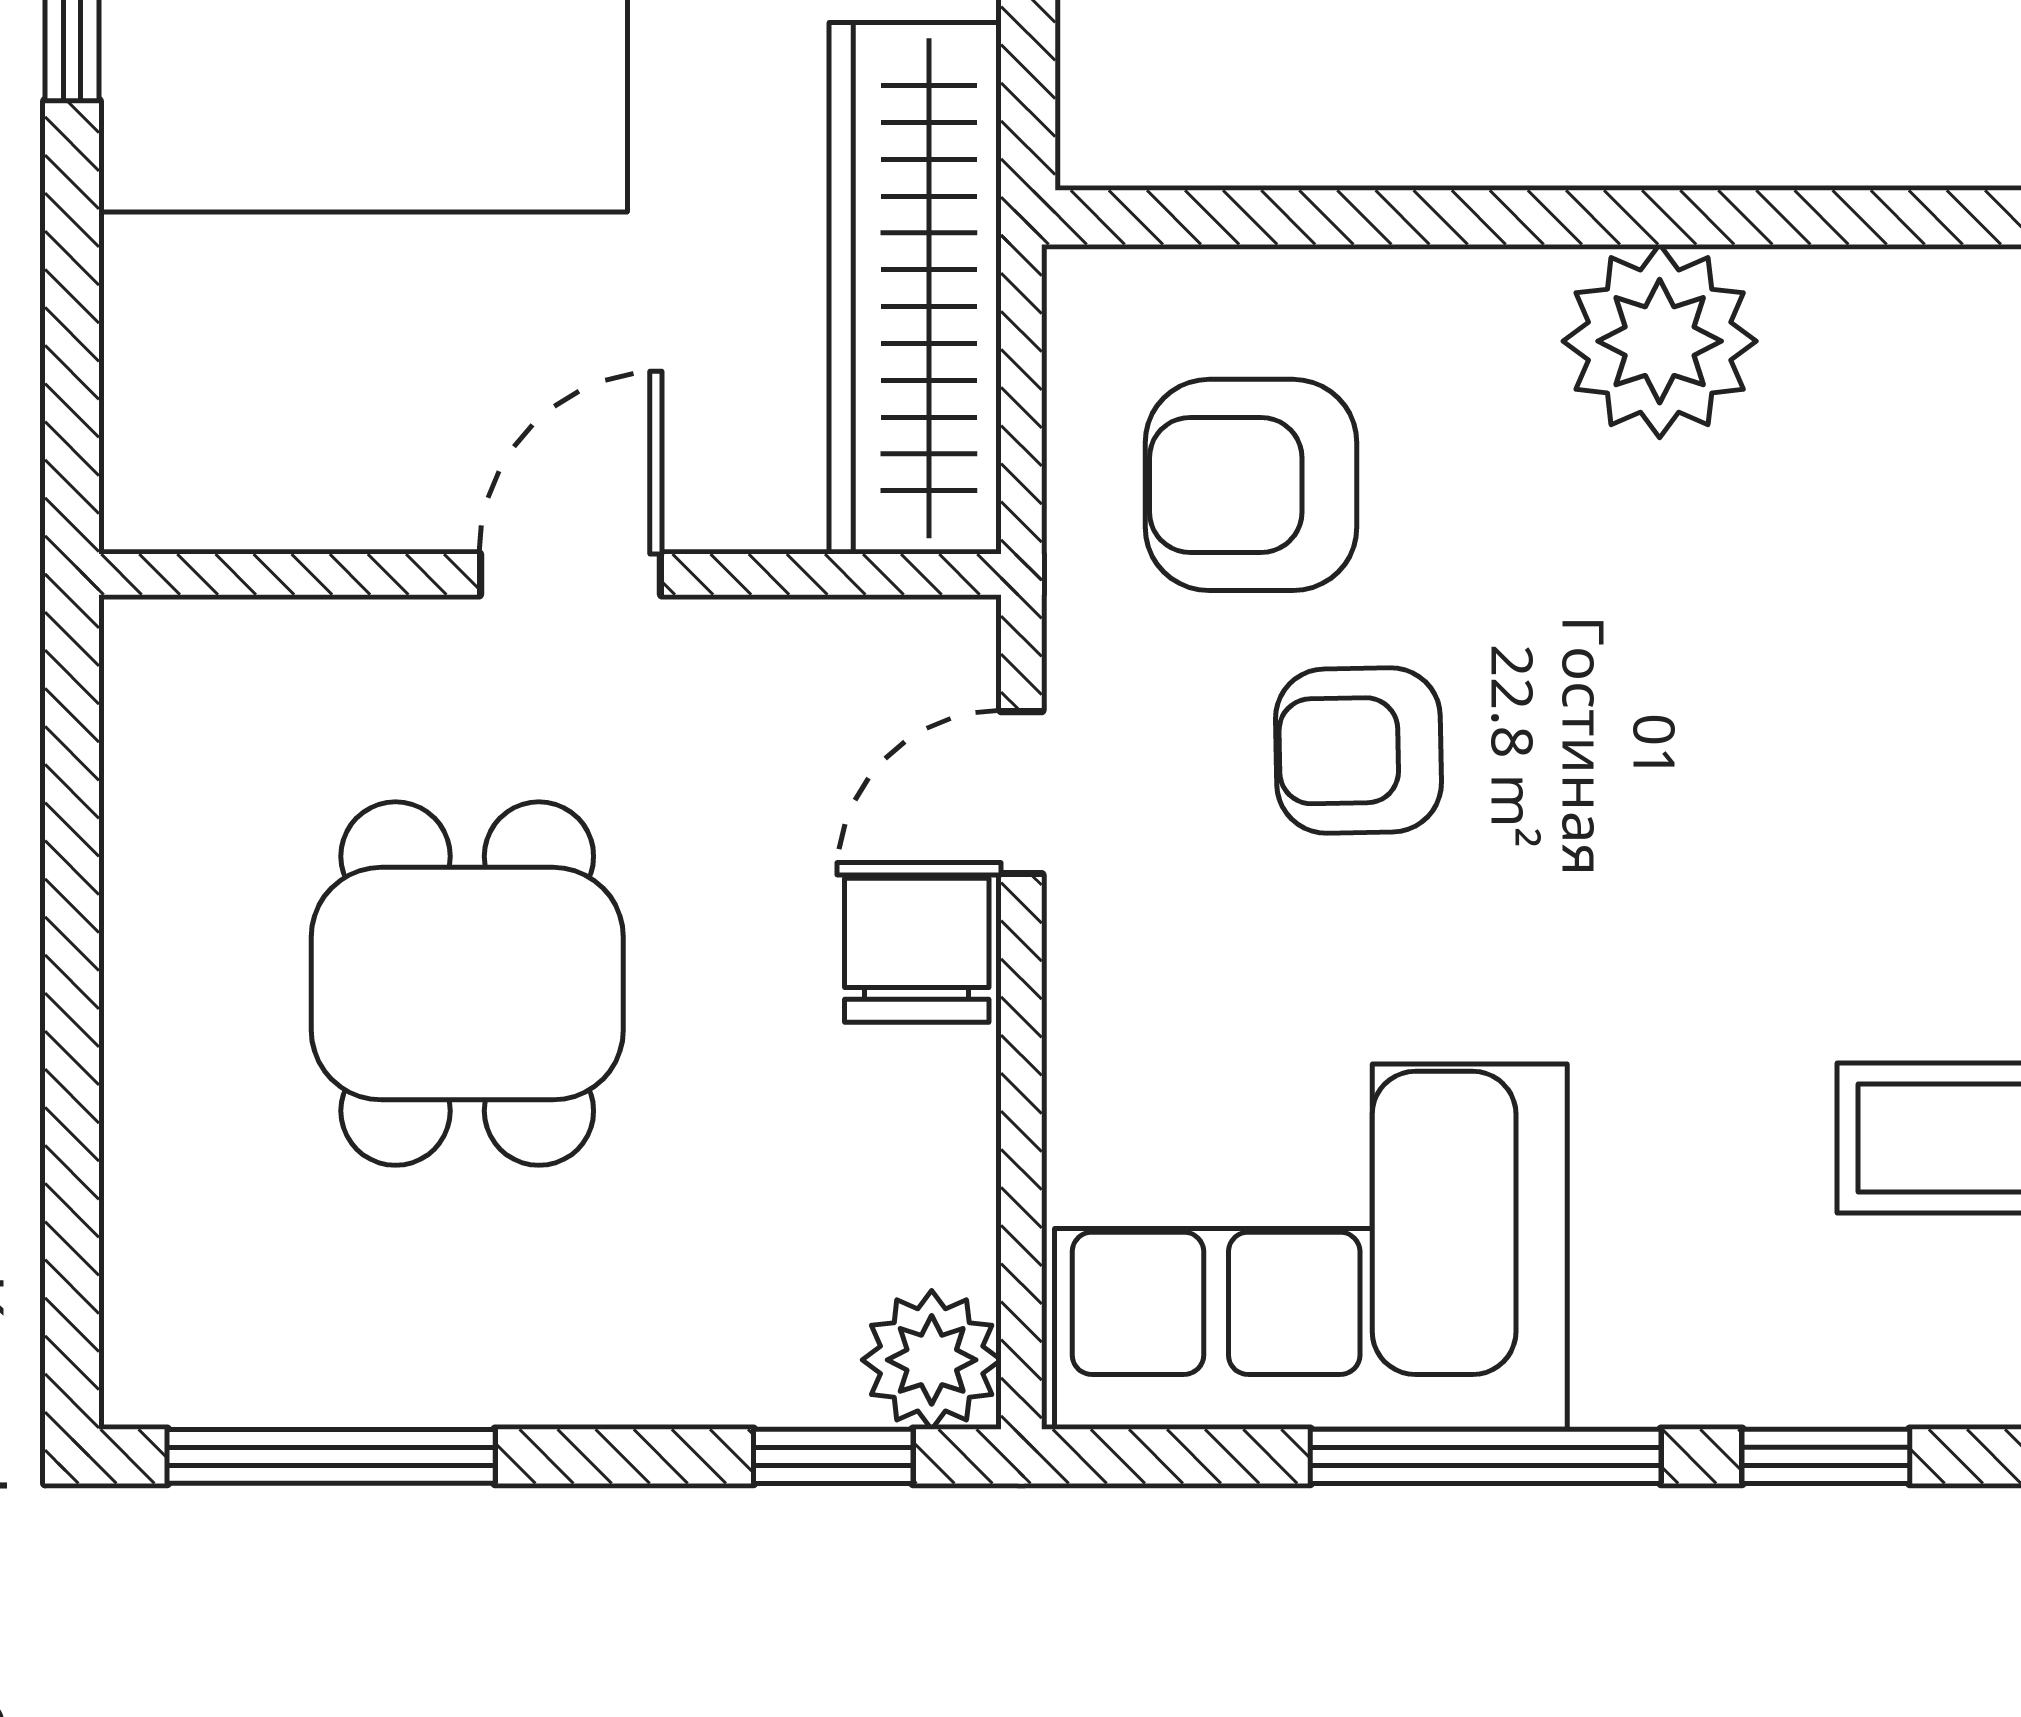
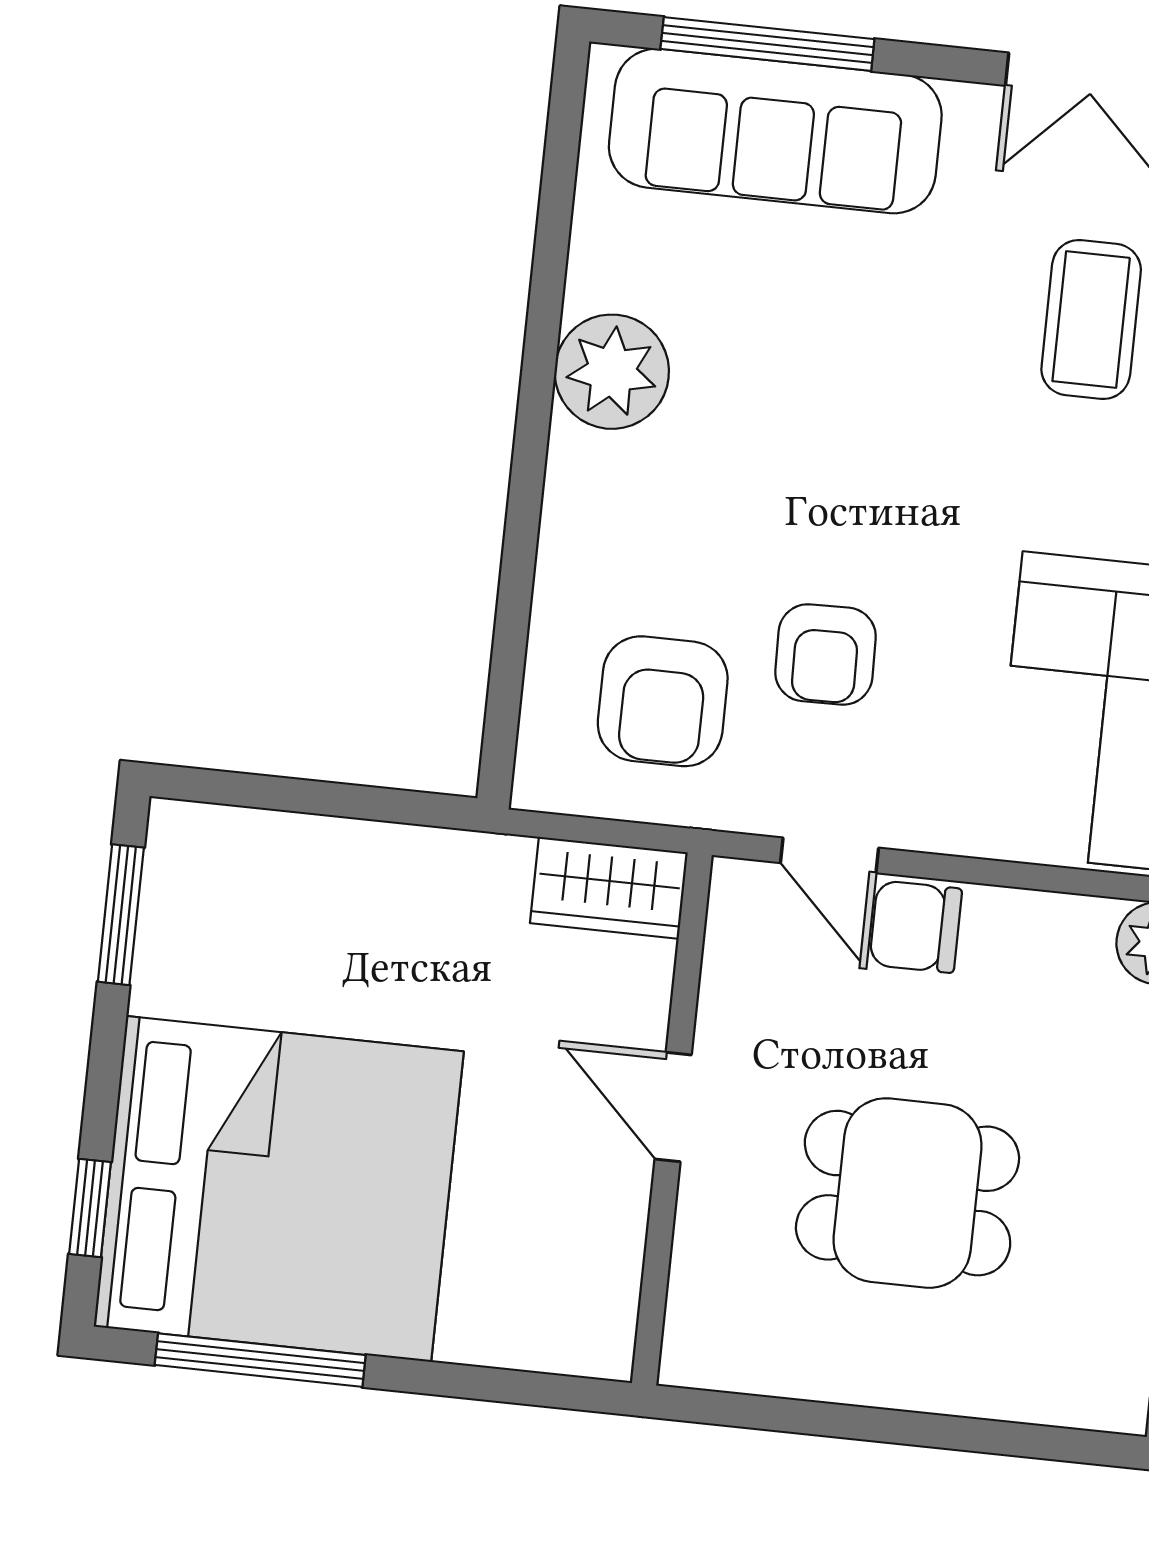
wardrobe: (915, 288) -> (609, 888), width x0.48, depth x0.85
plant: (1660, 341) -> (612, 372), moved

